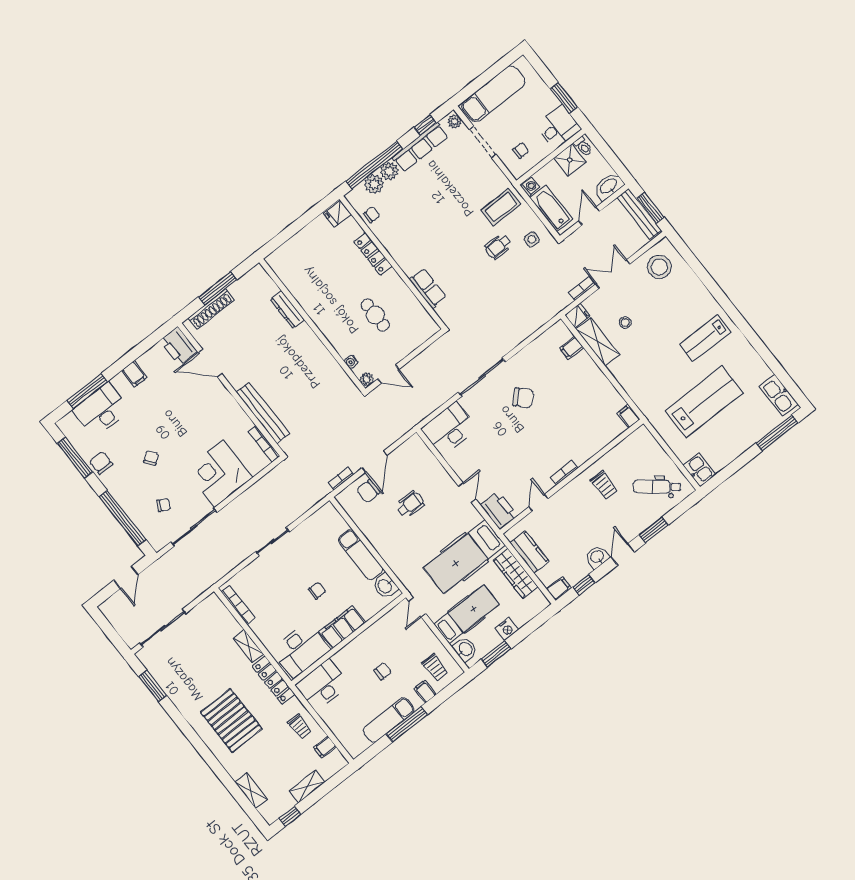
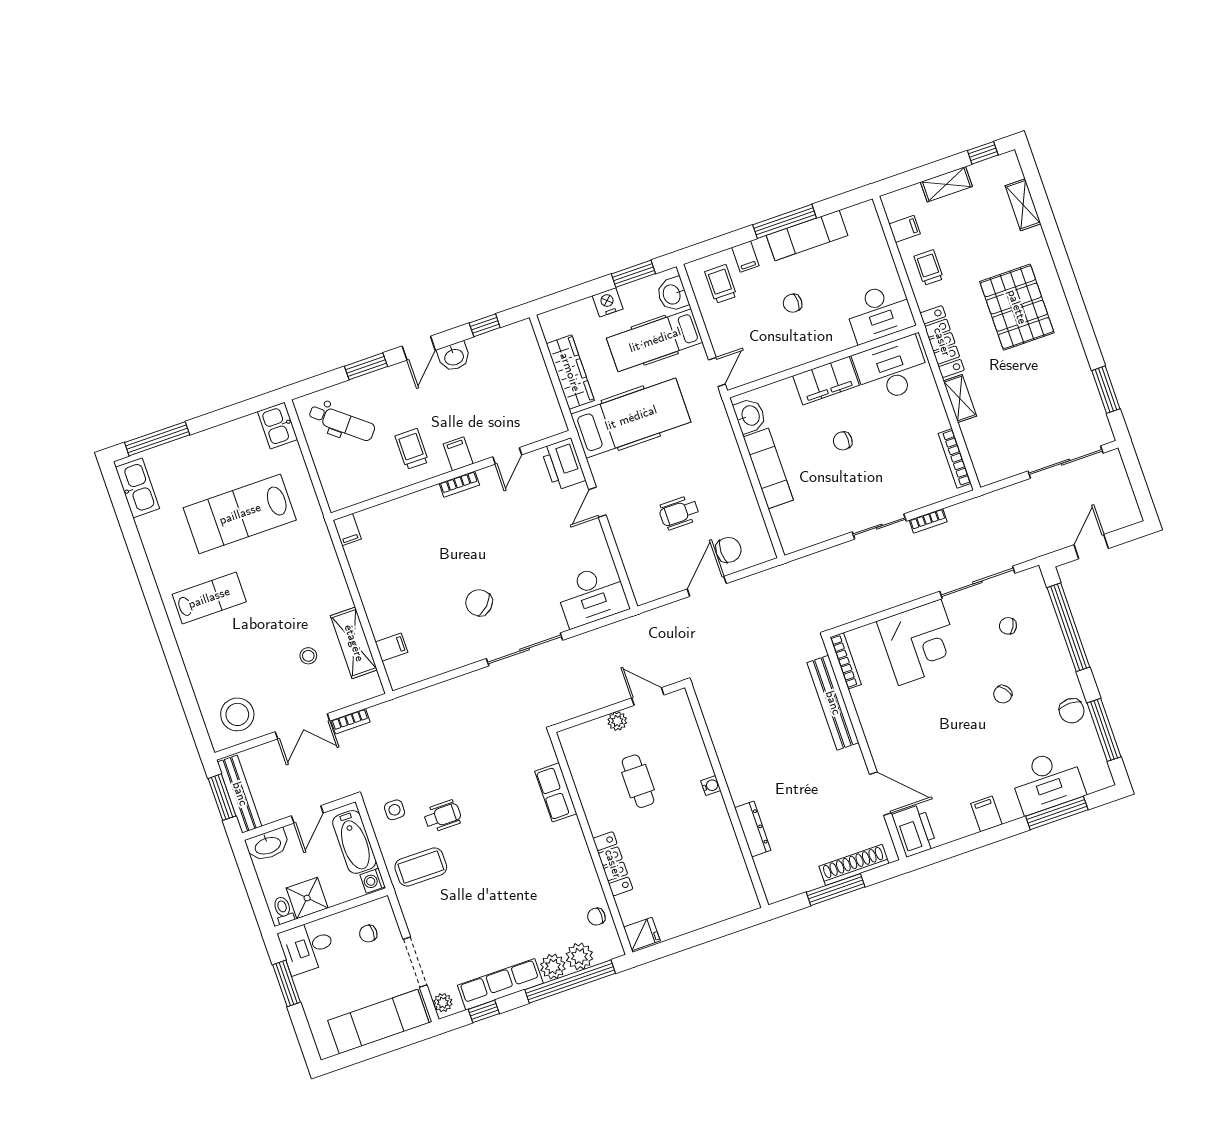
fridge: (577, 316) -> (369, 687), removed
water cooler: (351, 362) -> (711, 786), moved
plant: (367, 379) -> (617, 721), moved
bookcase: (341, 478) -> (928, 521), moved
kitchen counter: (529, 552) -> (542, 395), removed
filing cabinet: (559, 588) -> (458, 454), moved, turned 90

